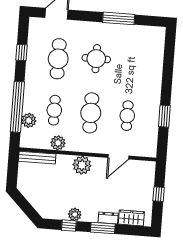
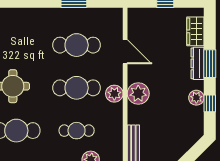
cafe table: (127, 116) -> (77, 45), width x1.37, depth x1.35
plant: (58, 143) -> (114, 94), moved
dresser: (108, 218) -> (197, 63), width x1.44

